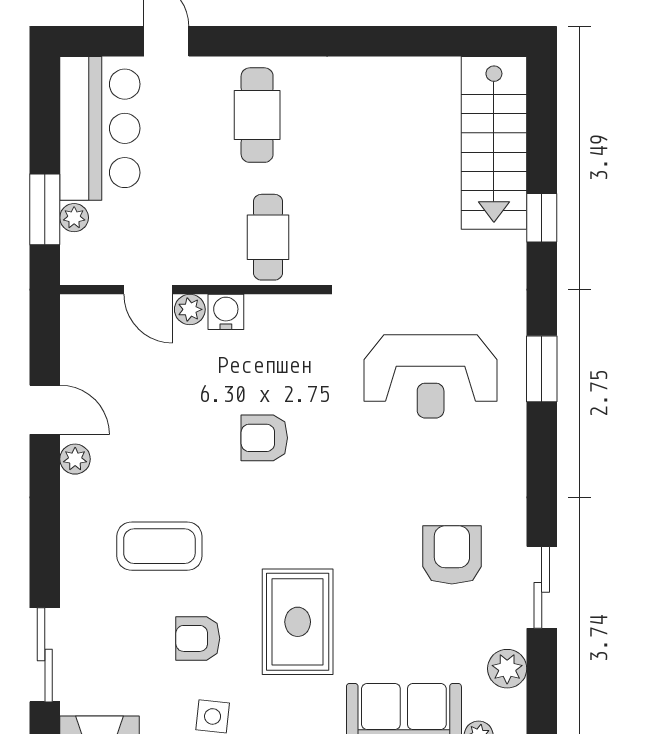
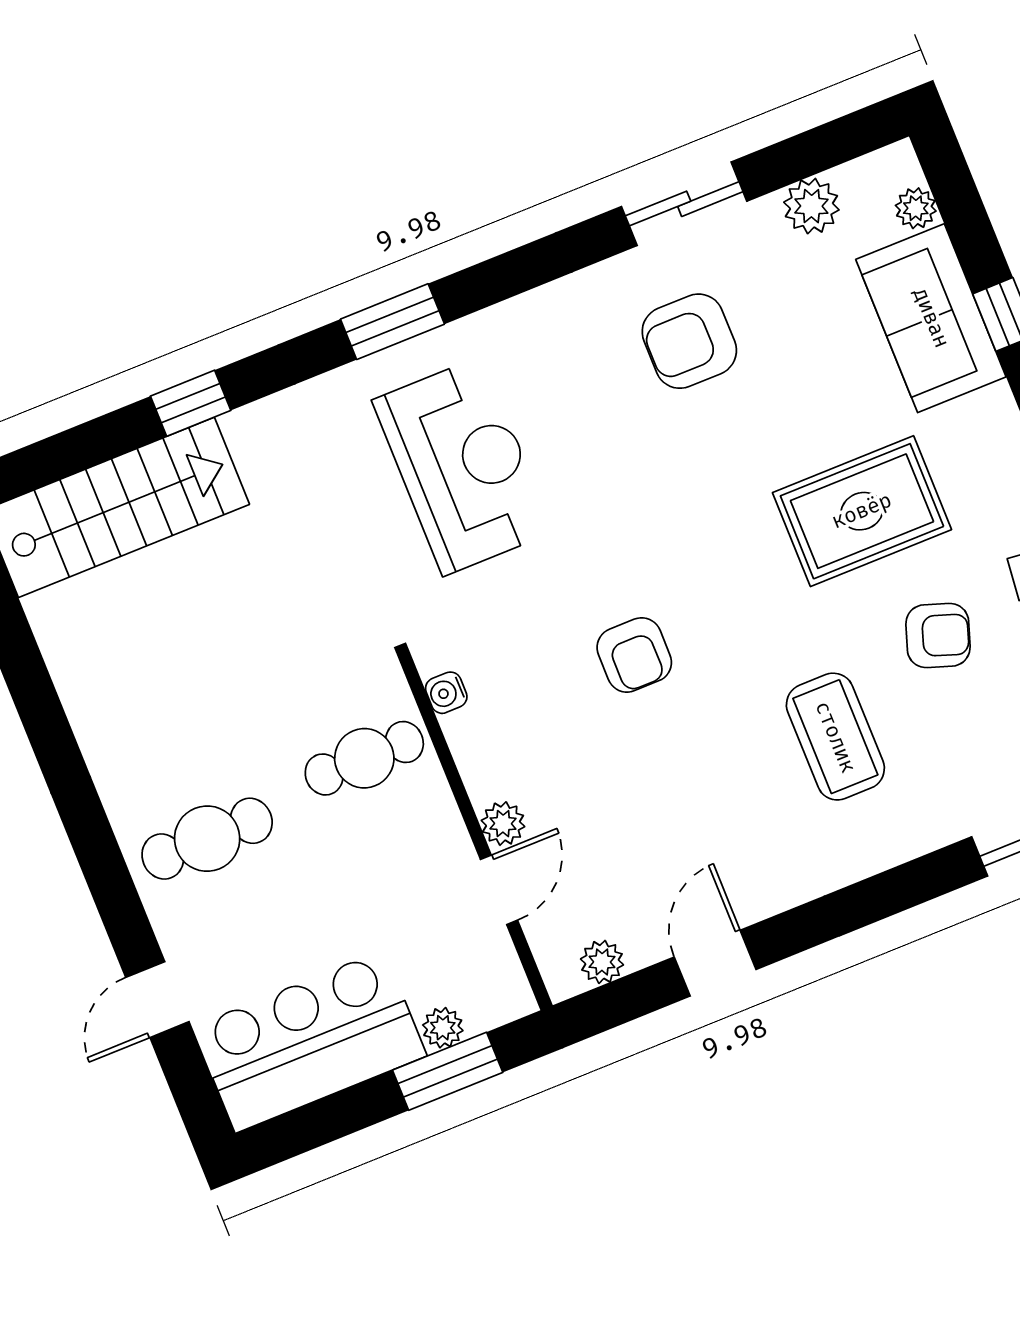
water cooler: (226, 312) -> (446, 693), moved, width x0.72, depth x0.72
plant: (75, 459) -> (602, 962), moved
armchair: (198, 638) -> (938, 636), turned -71

